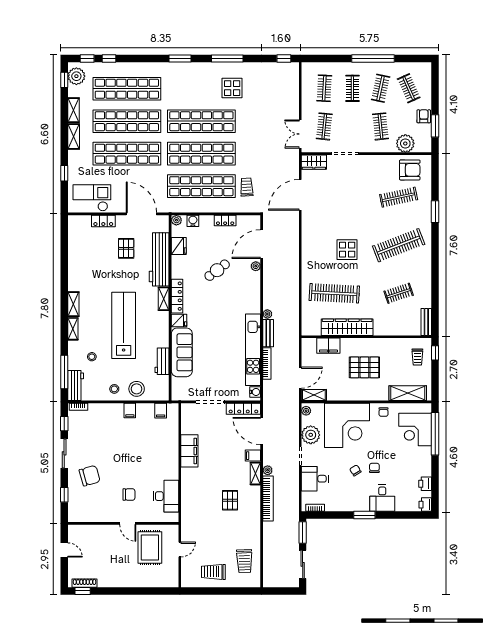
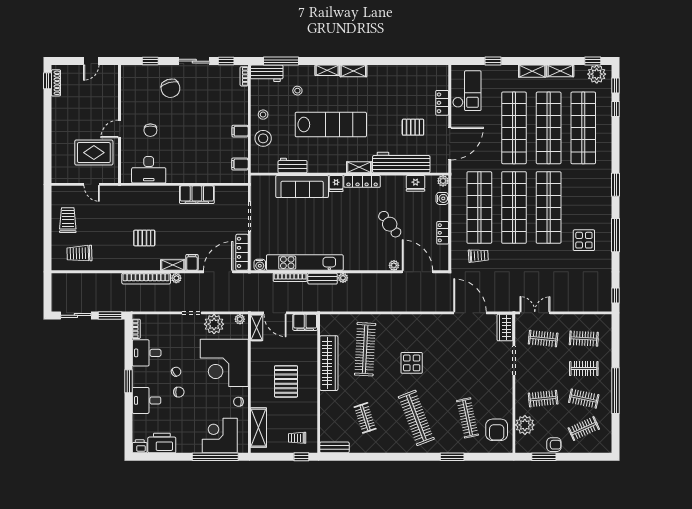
filing cabinet: (328, 346) -> (305, 322), moved, turned -90
desk: (315, 479) -> (147, 353), moved, turned -90
printer: (425, 484) -> (162, 443), width x1.87, depth x1.48

